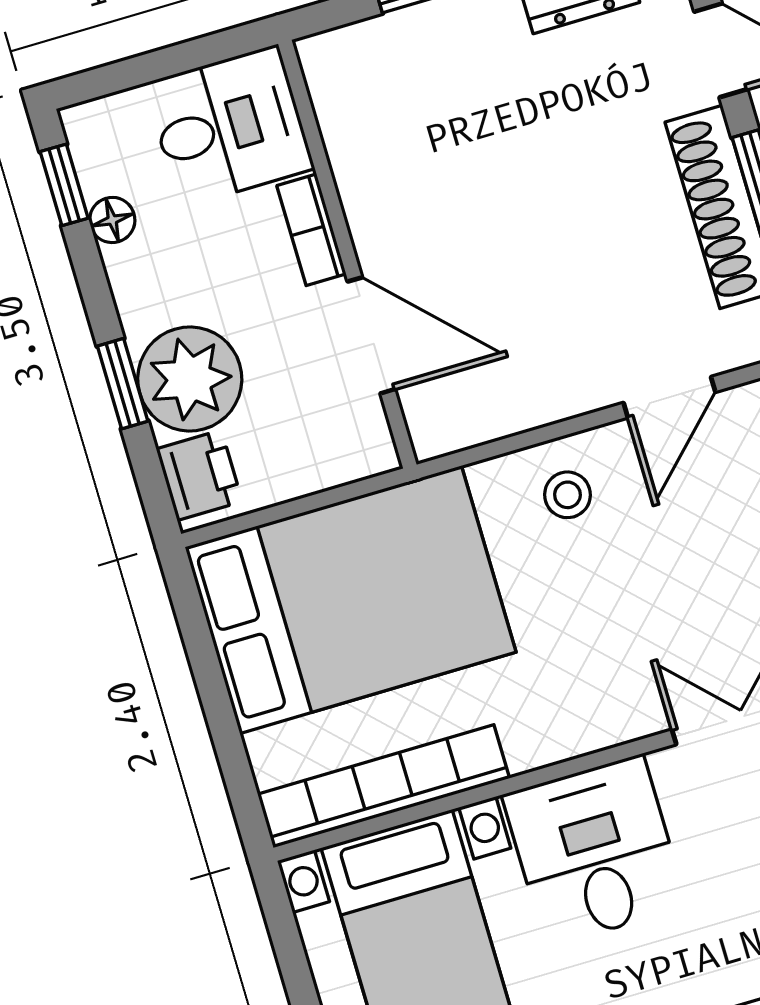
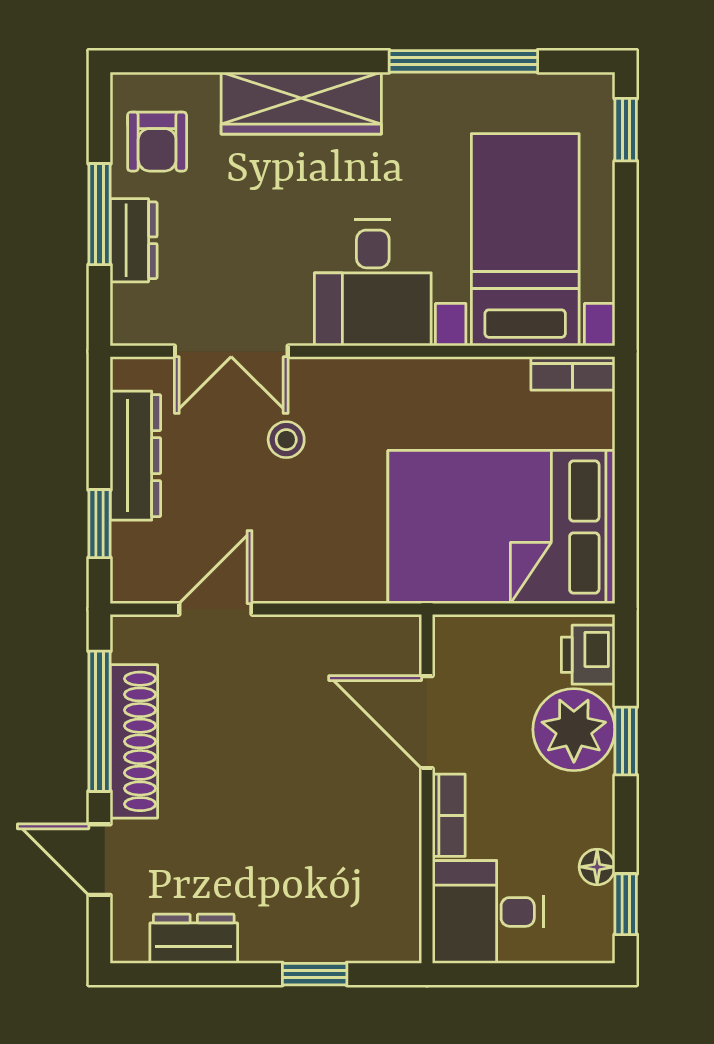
stool: (567, 495) -> (286, 440), moved
bookcase: (384, 786) -> (573, 373), width x0.43, depth x0.76

